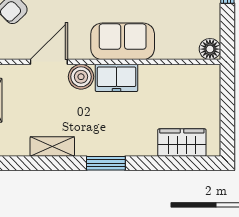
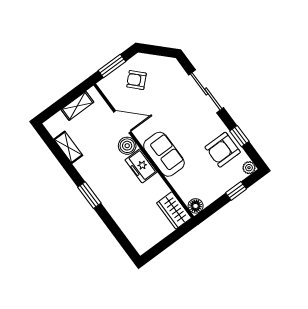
wardrobe: (182, 143) -> (174, 210), moved, turned 180
shelving: (52, 147) -> (68, 147), moved

